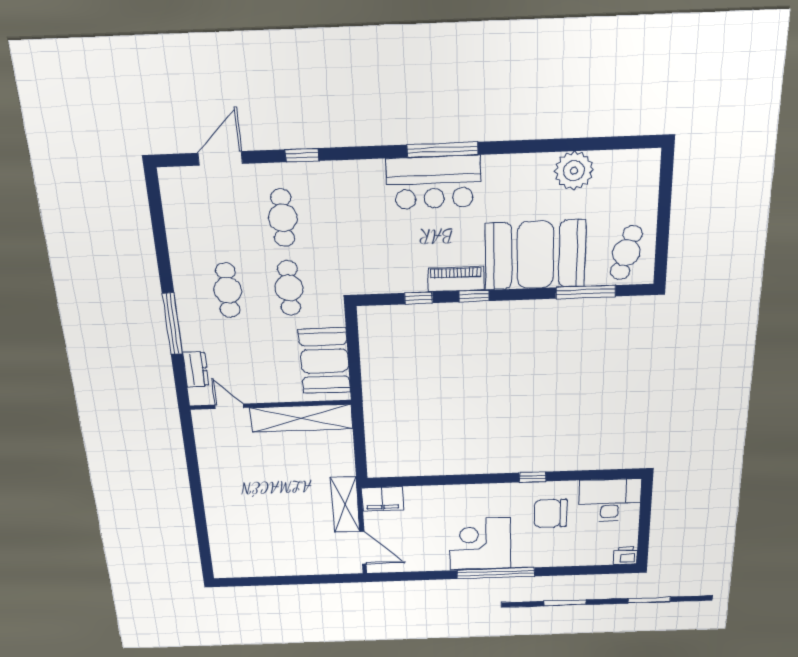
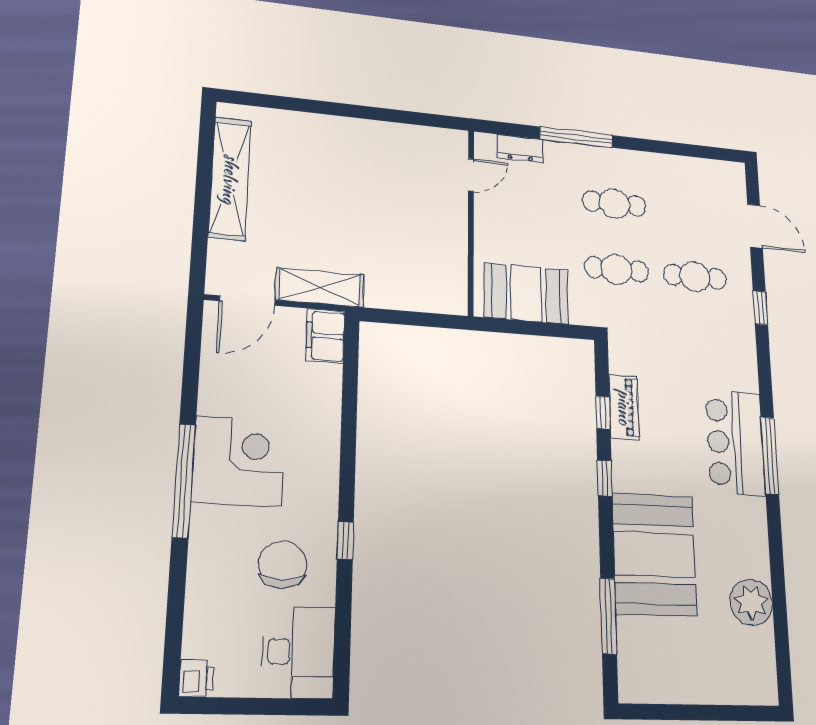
cafe table: (626, 253) -> (657, 667), removed
piano: (456, 279) -> (624, 407), moved
shelving: (301, 418) -> (230, 179), moved

